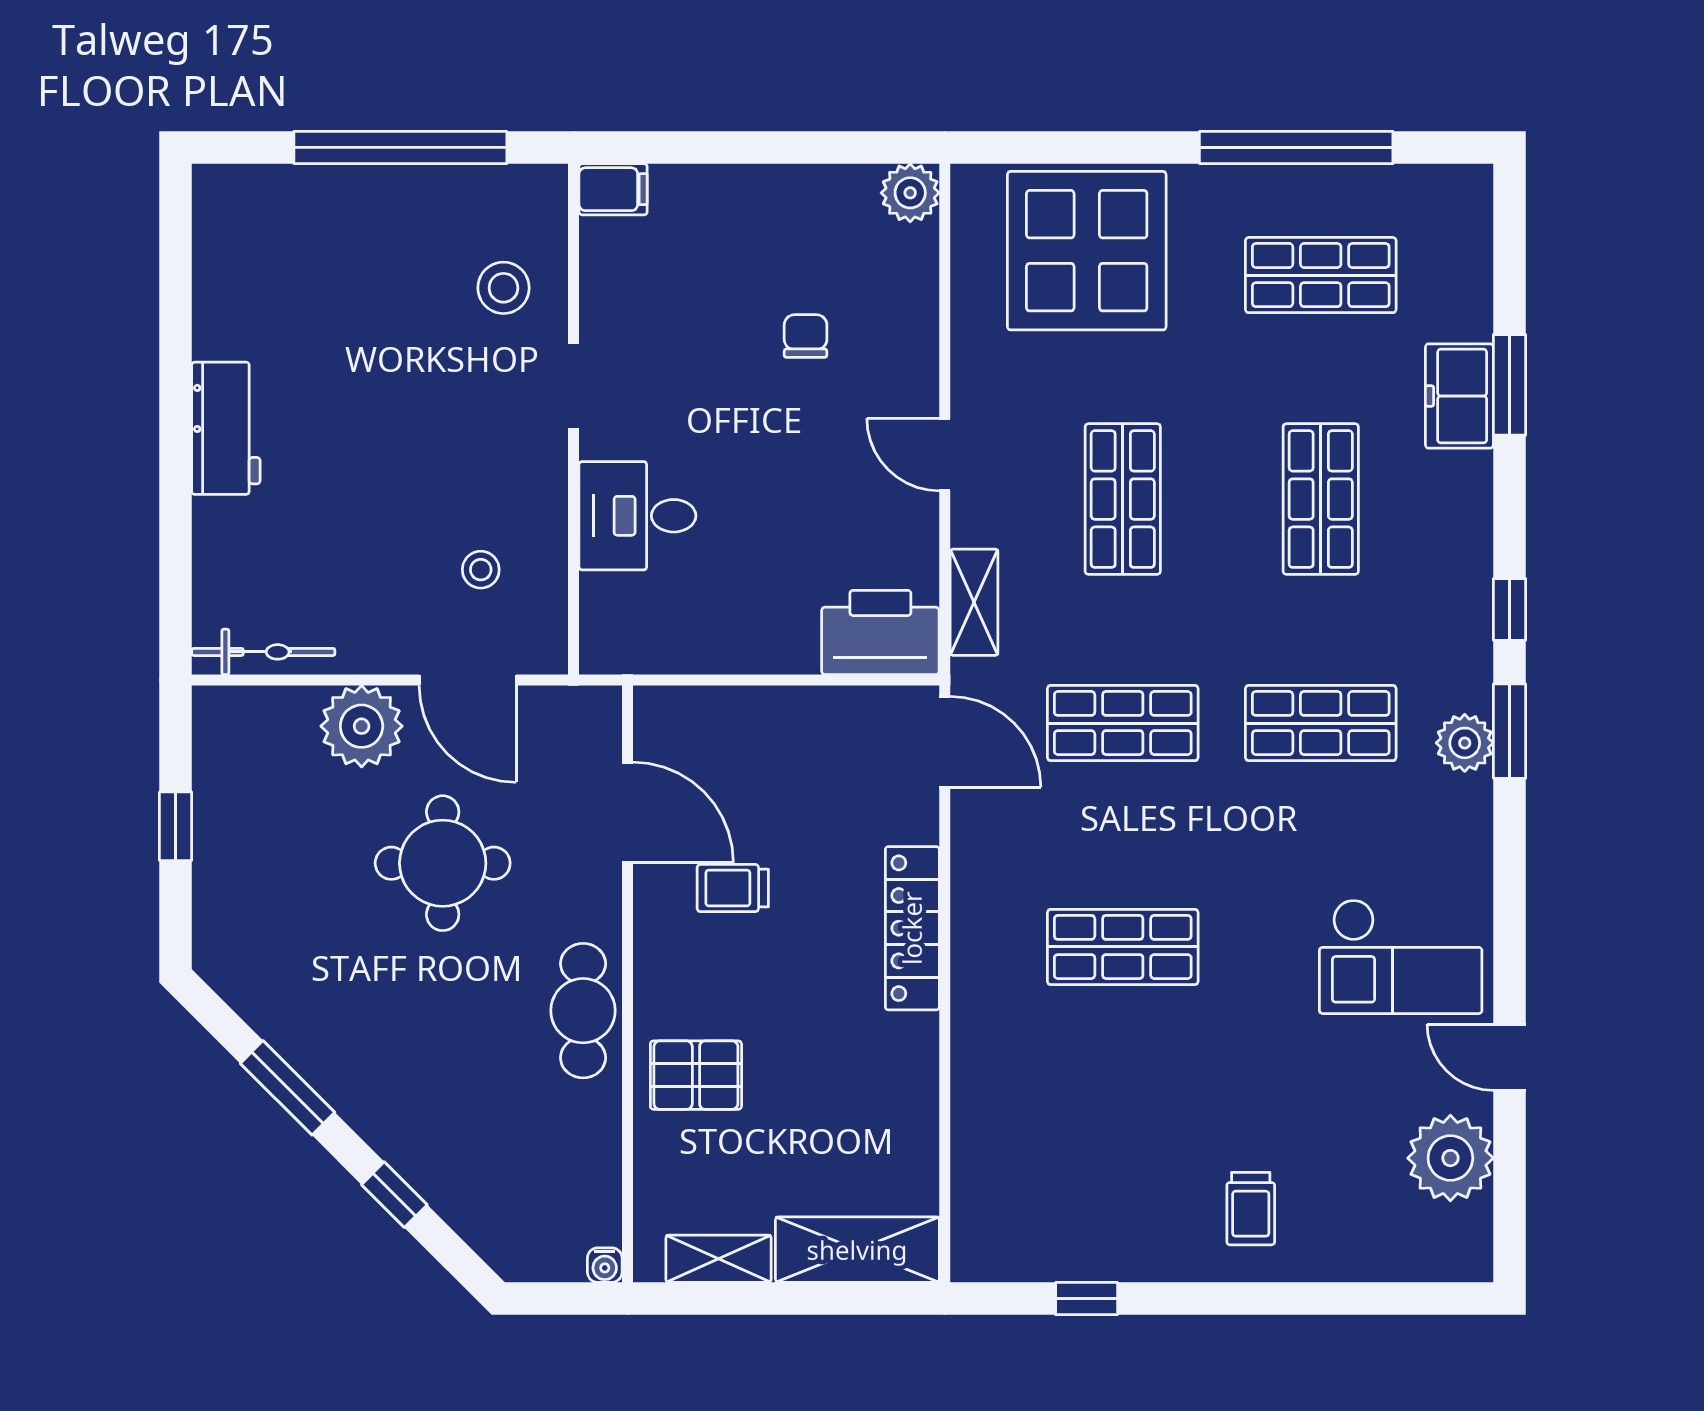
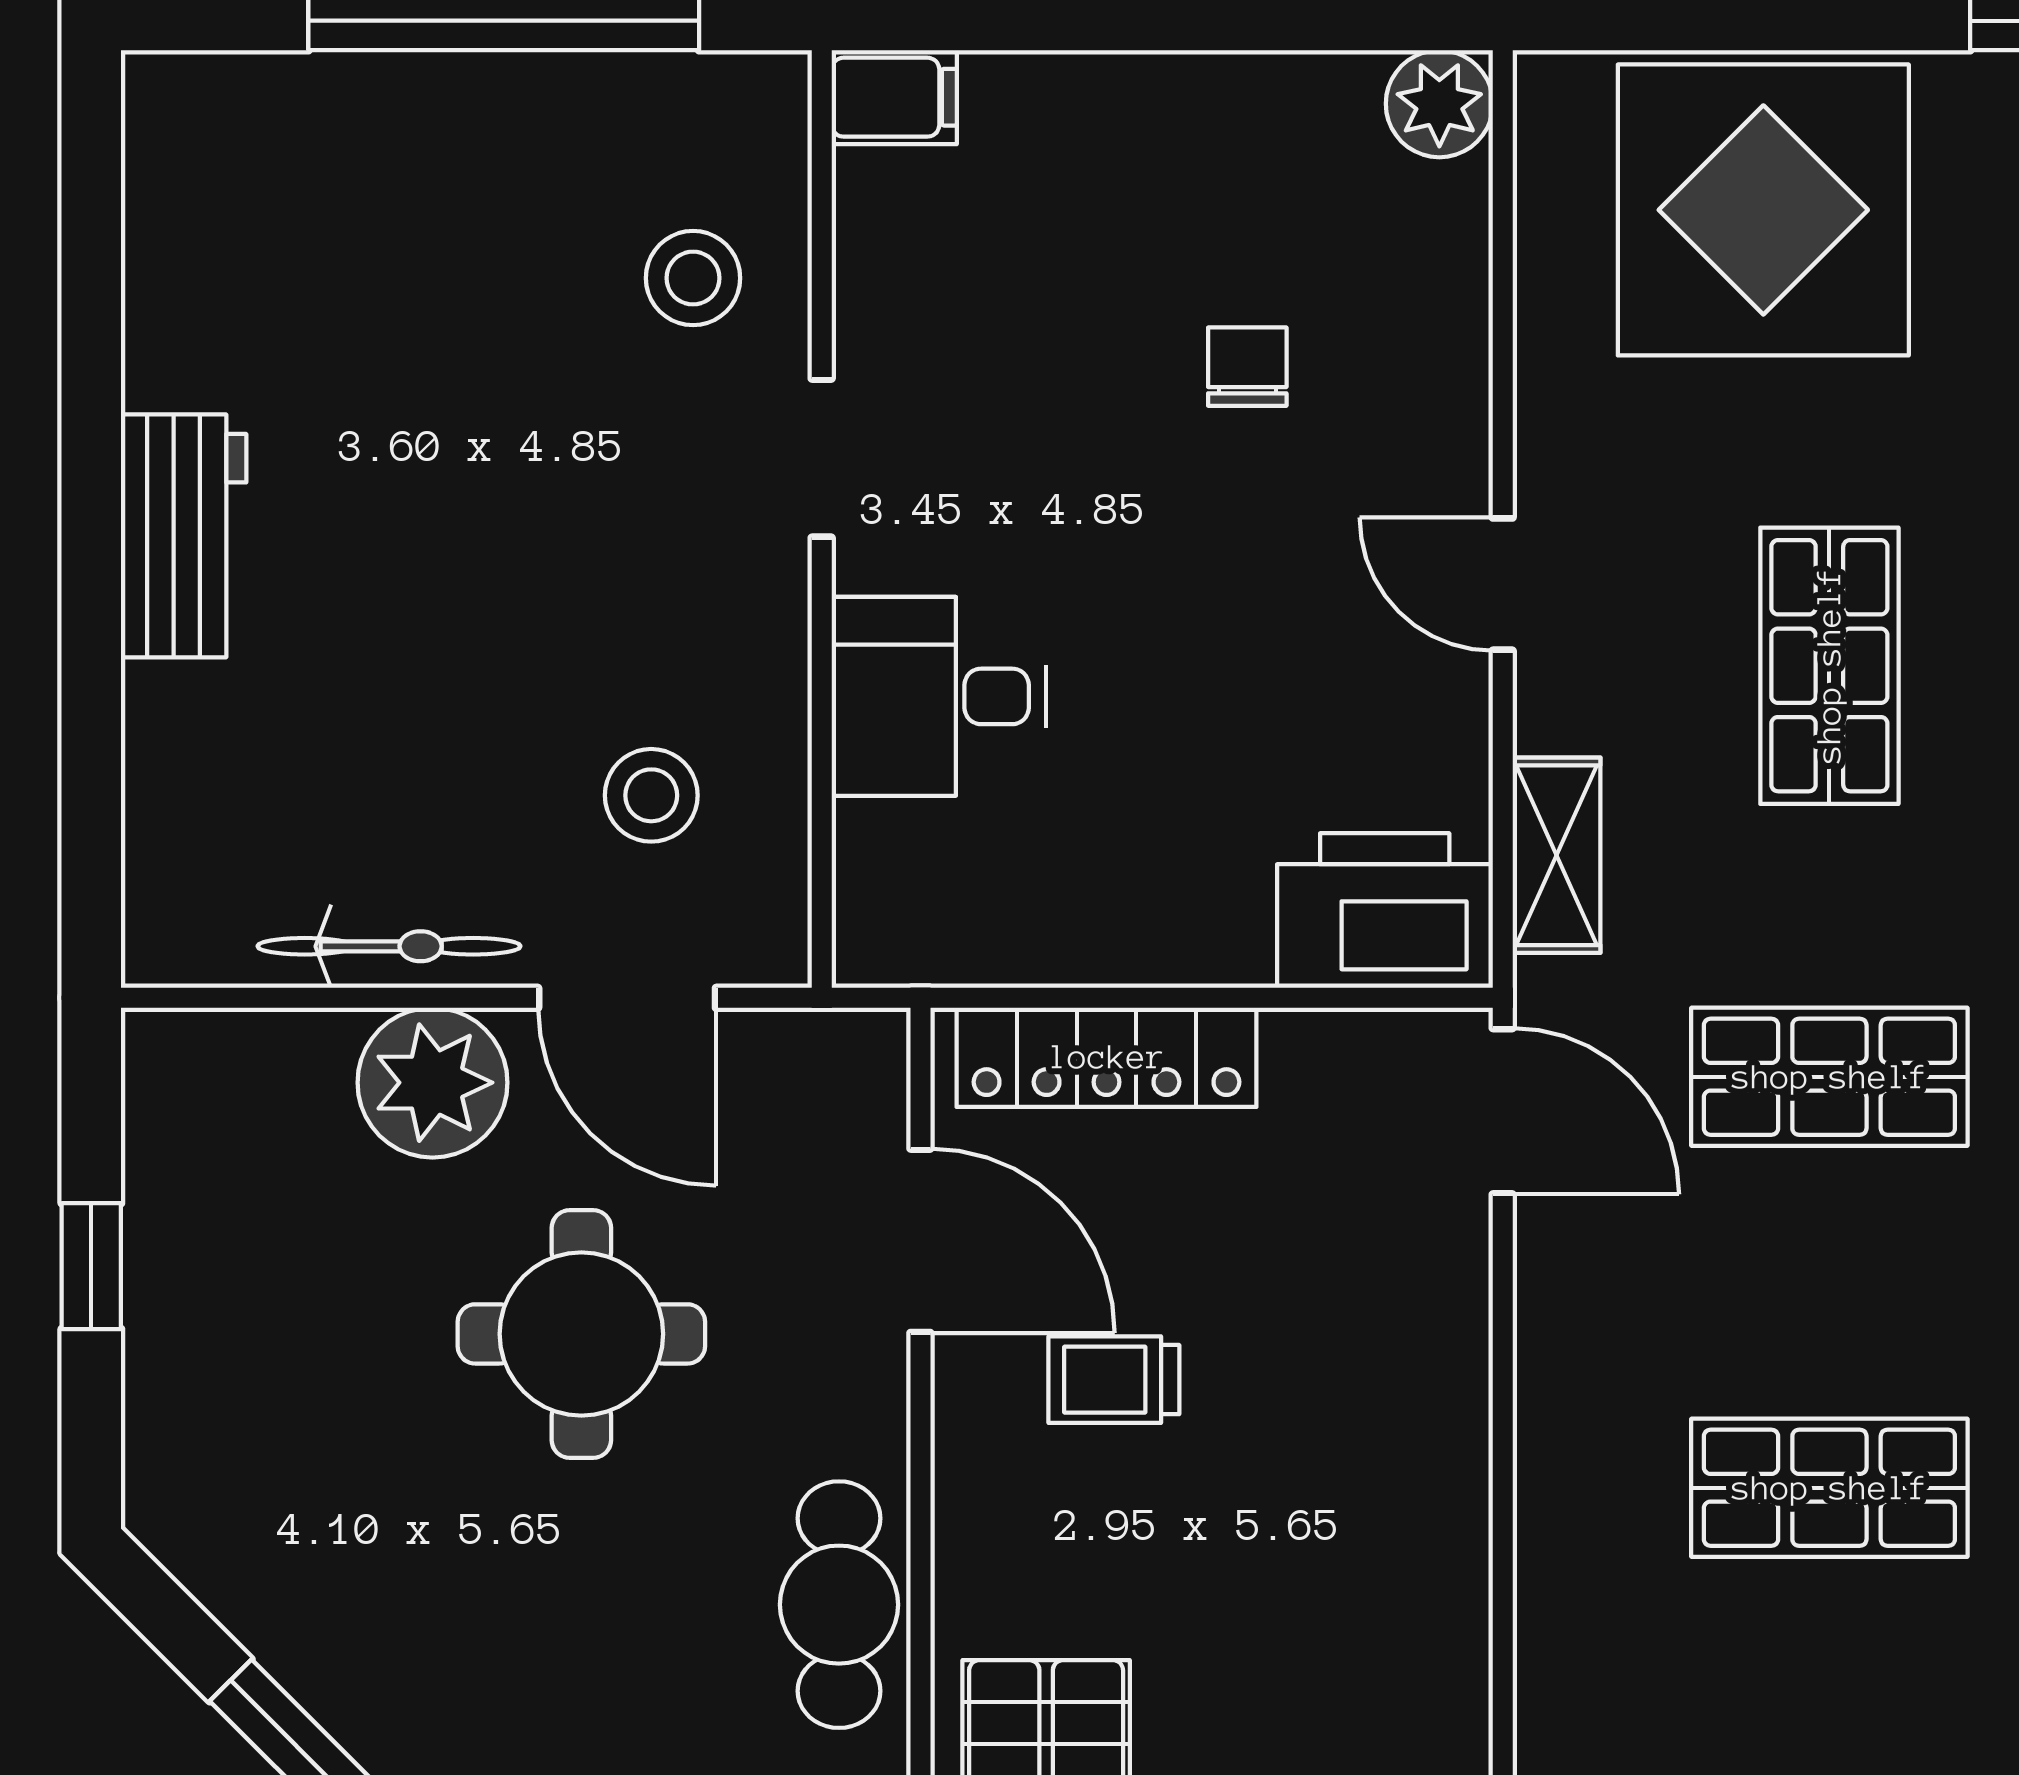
stool: (481, 570) -> (651, 795), width x1.37, depth x1.37
bicycle: (263, 652) -> (389, 946), moved
locker: (912, 928) -> (1107, 1057), moved, turned -90

